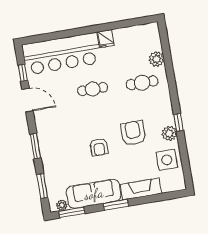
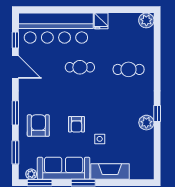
plant: (156, 59) -> (146, 20), moved
armchair: (133, 133) -> (38, 126), moved
side table: (167, 160) -> (100, 139), moved, width x0.54, depth x0.54

